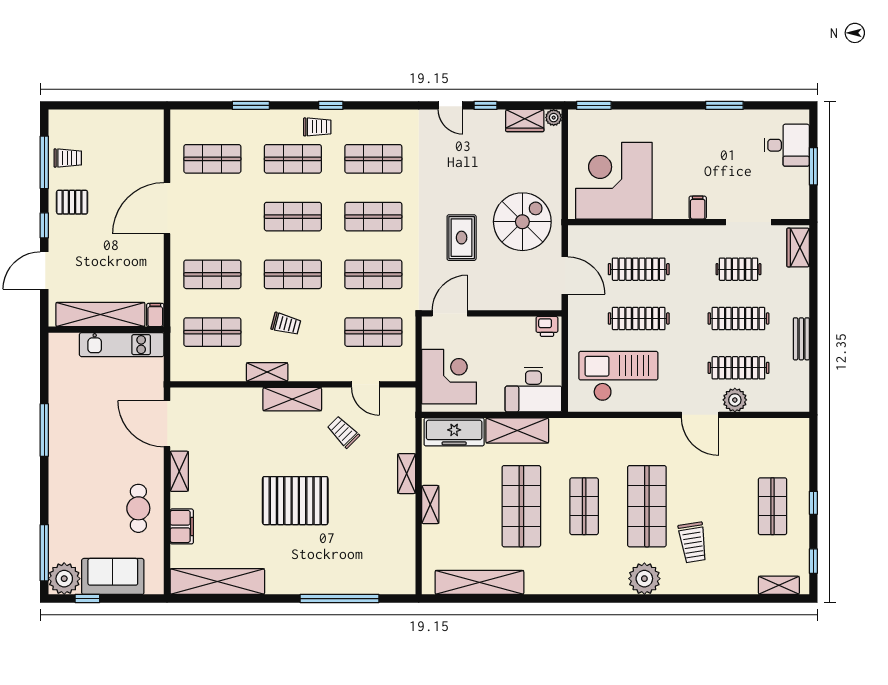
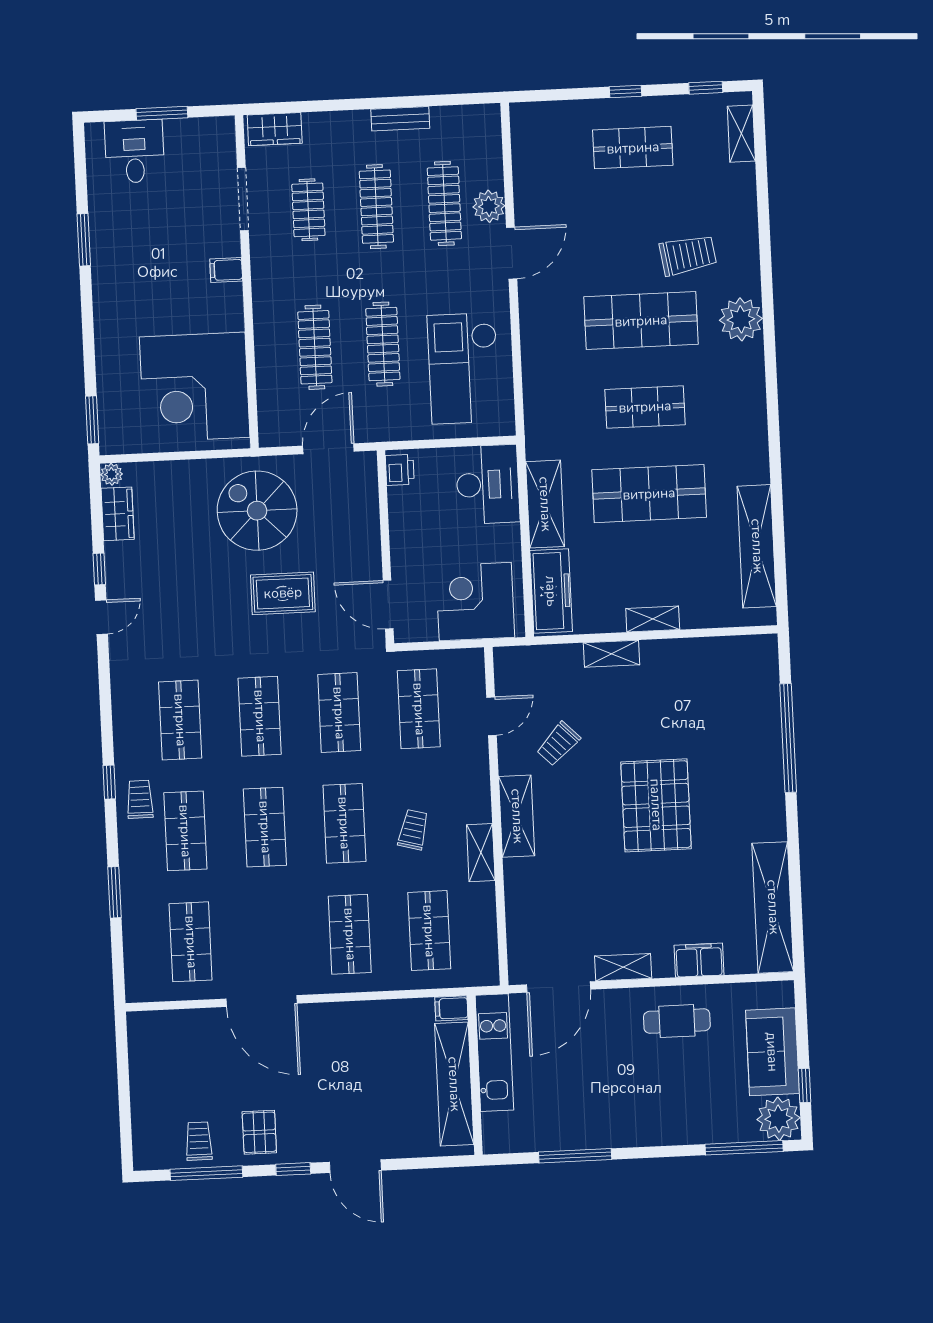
shelving: (100, 314) -> (454, 1084), moved
filing cabinet: (155, 315) -> (451, 1008), moved
wall: (106, 330) -> (475, 1075), moved
kitchen unit: (122, 345) -> (494, 1053), moved

